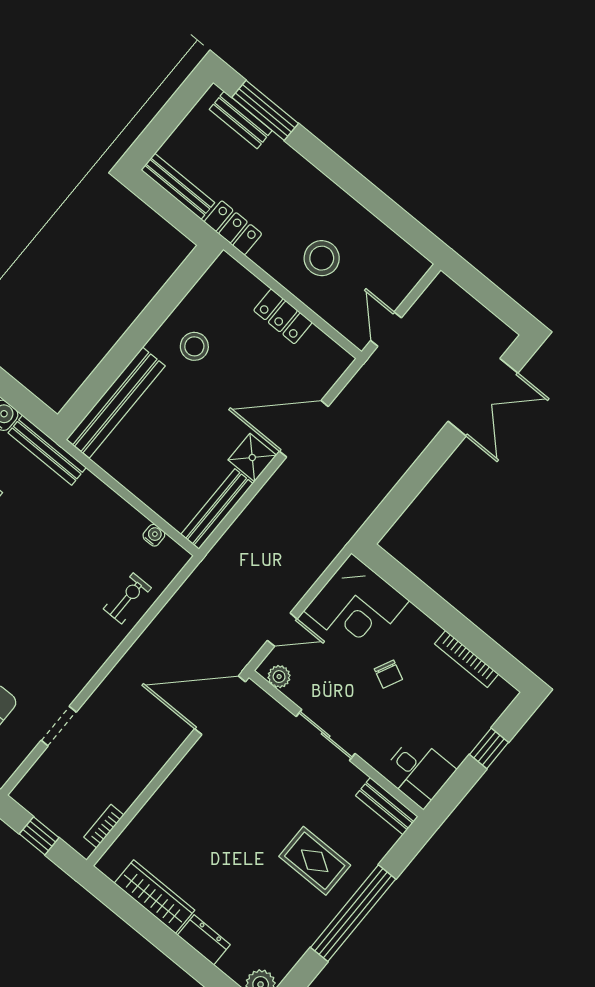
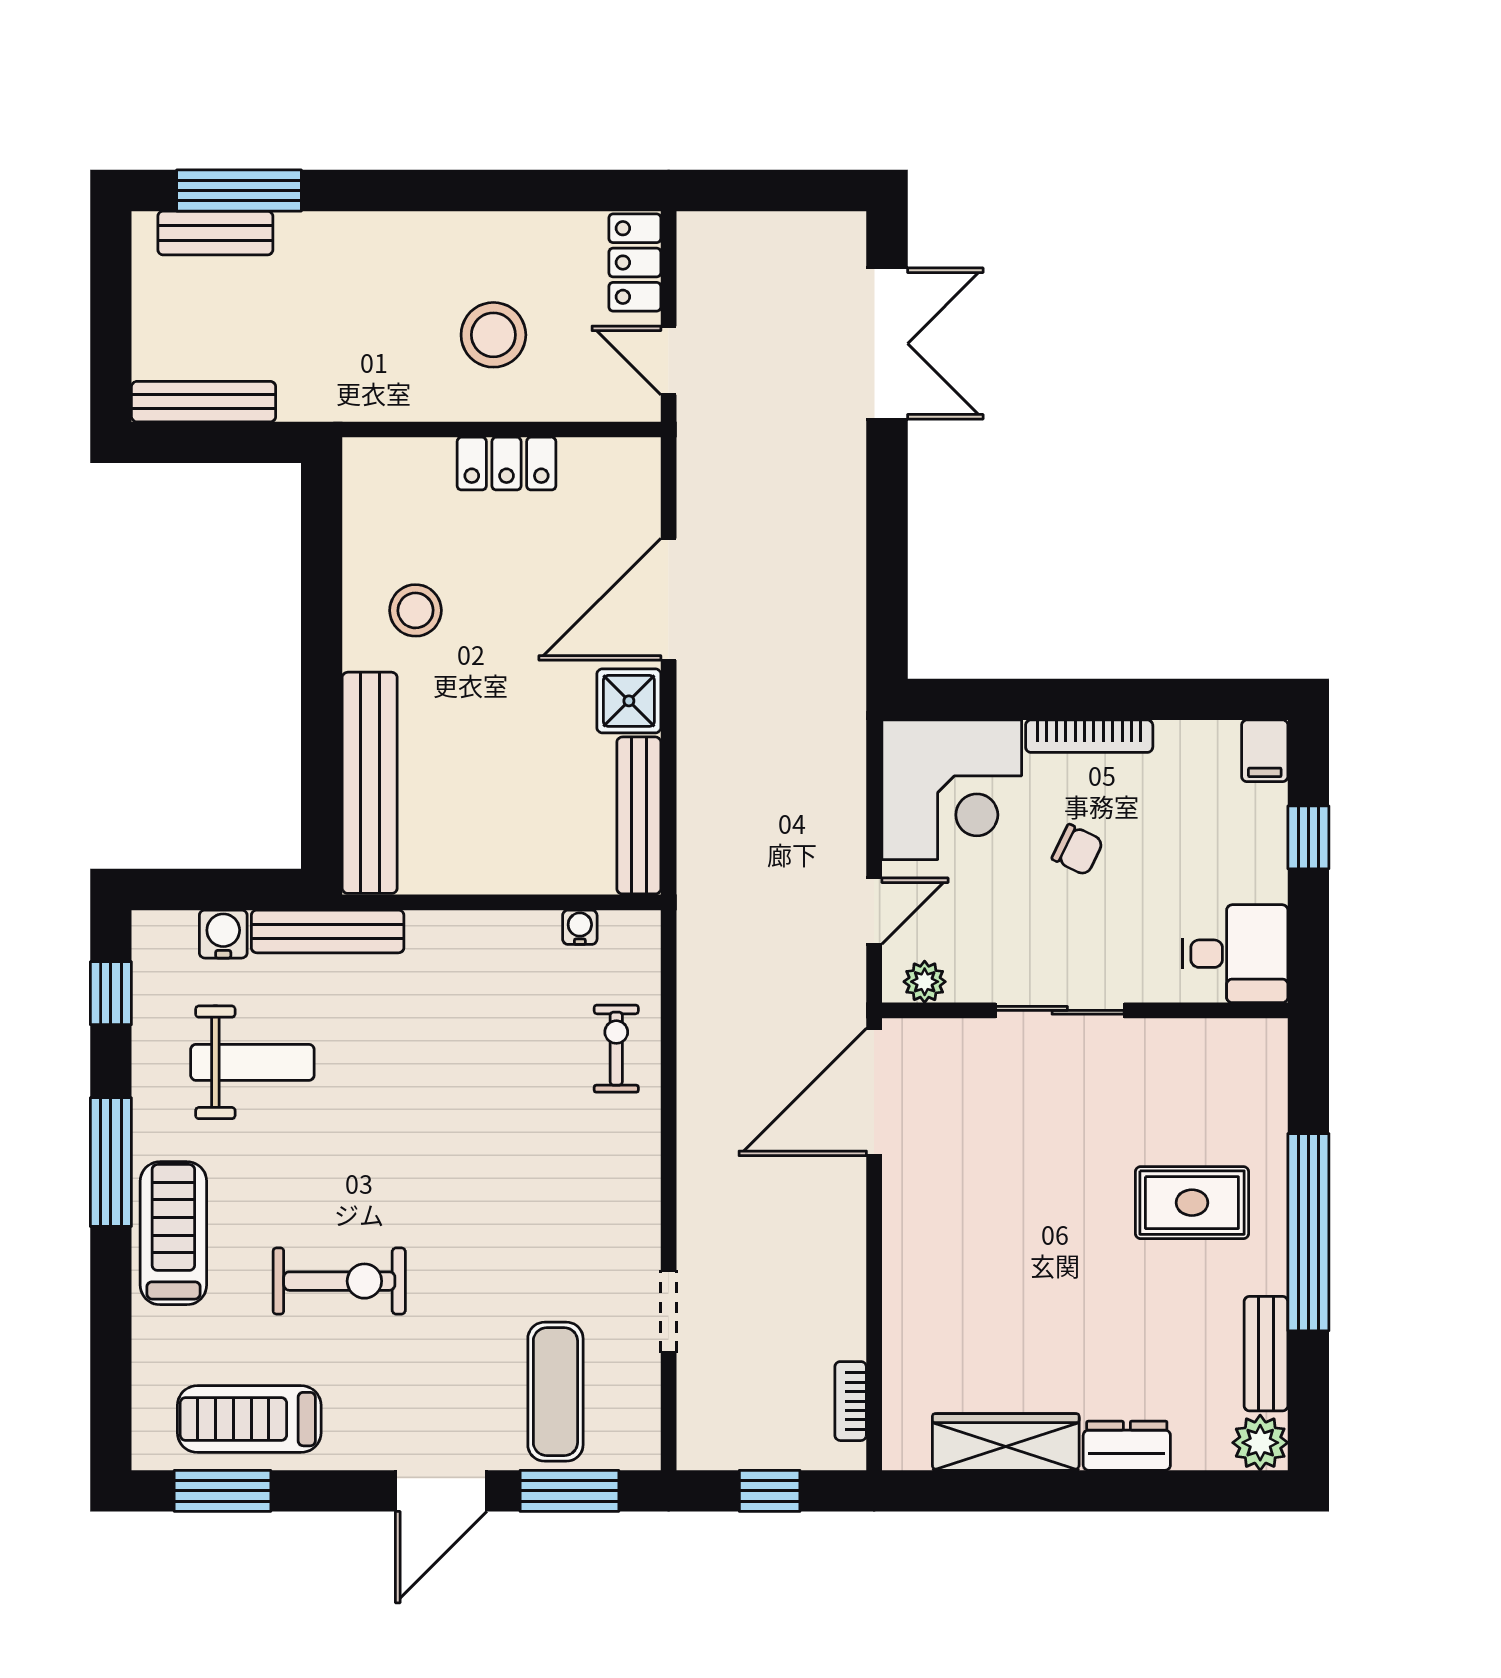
locker: (233, 228) -> (635, 263), moved, turned -90
bookcase: (467, 659) -> (1089, 736), moved
filing cabinet: (501, 697) -> (1265, 751), added
bench: (387, 806) -> (1266, 1354), moved, turned 90

